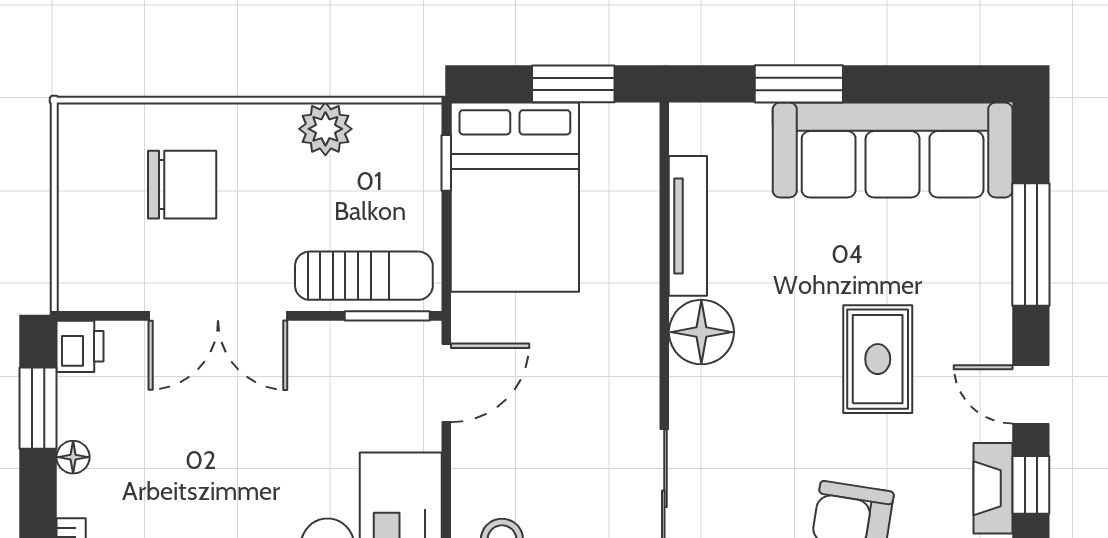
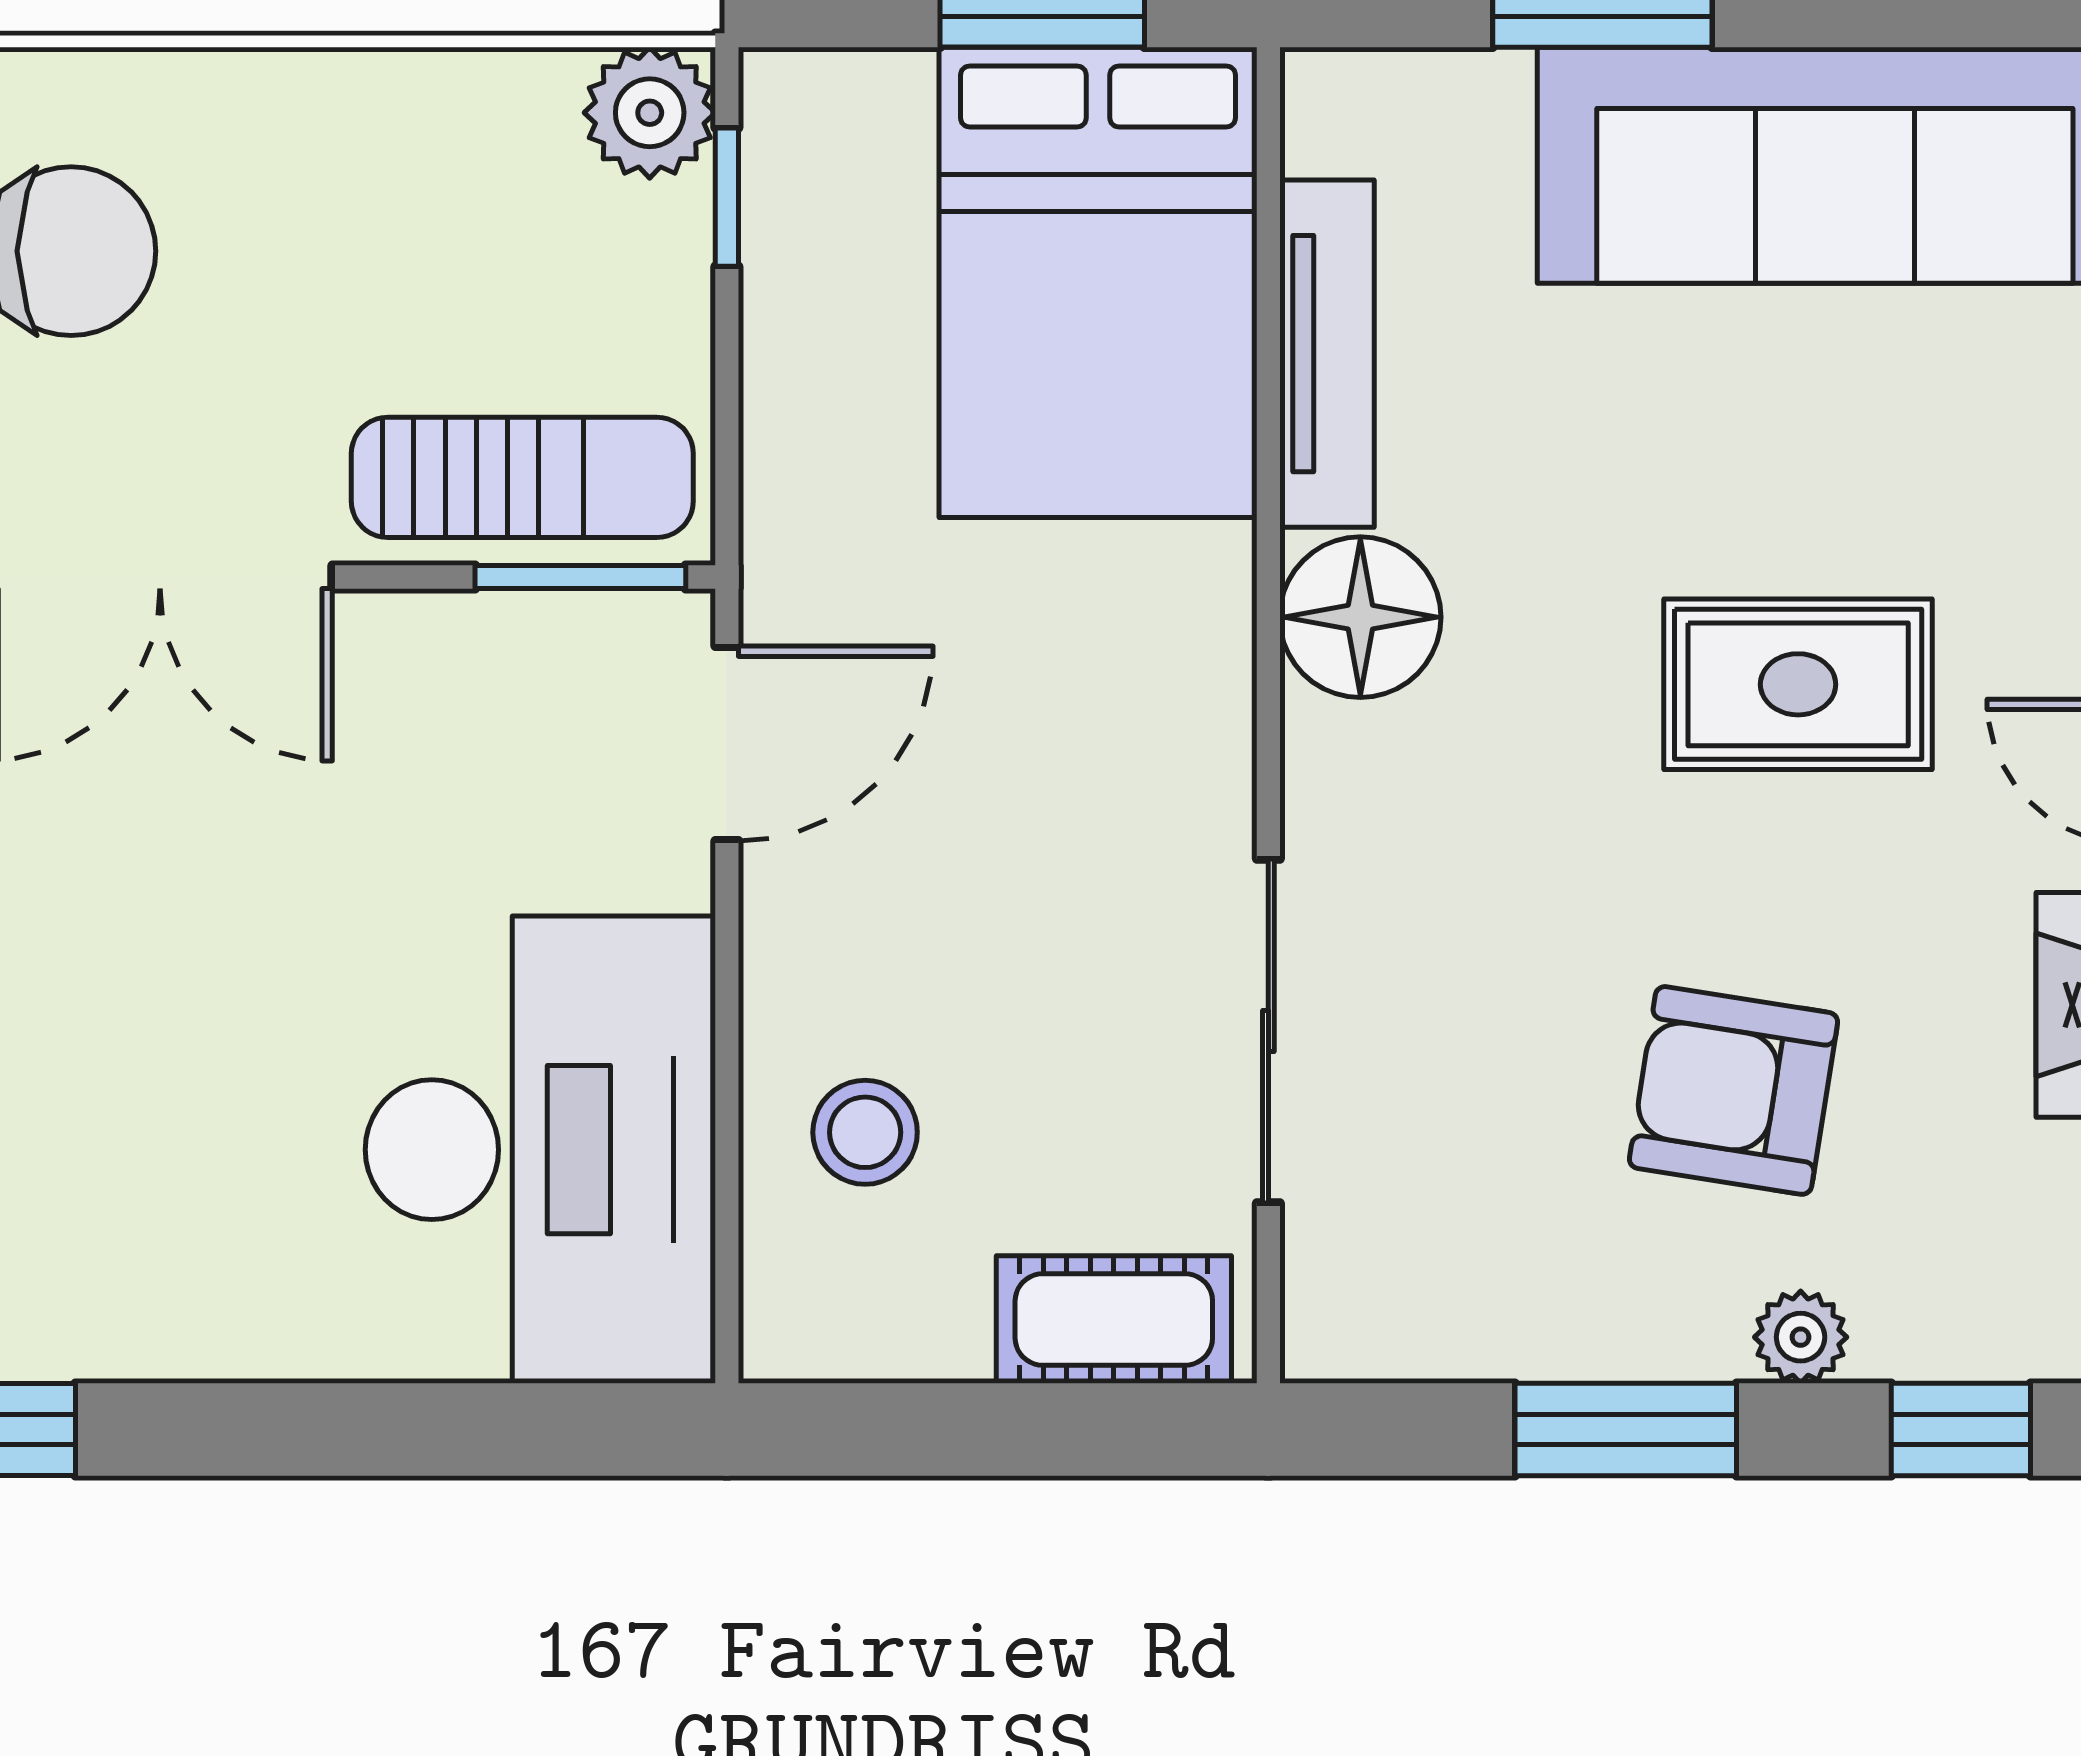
plant: (325, 129) -> (650, 113), moved
bed: (515, 197) -> (1098, 282), moved
rug: (878, 359) -> (1798, 684), turned 90

